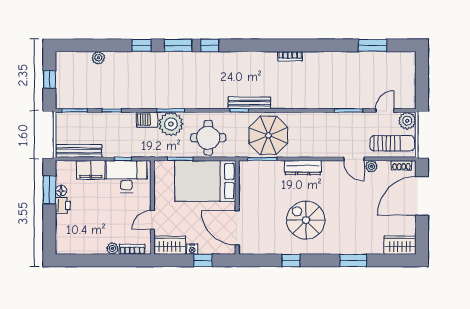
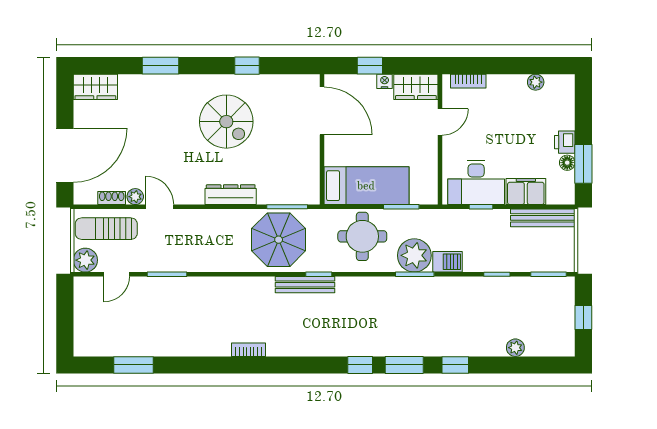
shoe rack: (401, 165) -> (112, 198), moved
bed: (205, 181) -> (366, 186), width x0.67
plant: (112, 248) -> (536, 82), moved

